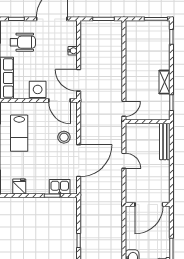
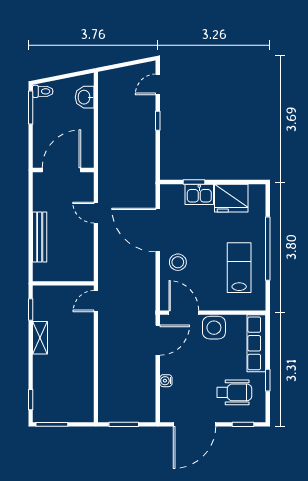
wheelchair: (23, 42) -> (234, 392), turned 180
door: (79, 80) -> (158, 340), hinge flipped
bench: (165, 141) -> (40, 237), moved
door: (79, 161) -> (158, 230), hinge flipped
door: (124, 161) -> (96, 213), moved
fridge: (19, 187) -> (231, 198), width x1.88, depth x1.34
kitchen sink: (60, 187) -> (199, 194), moved

